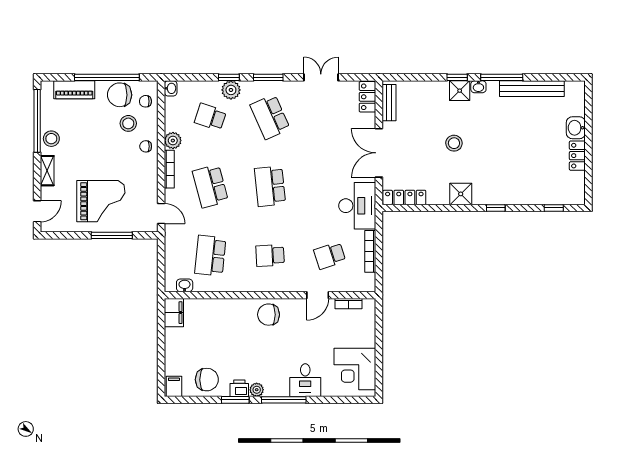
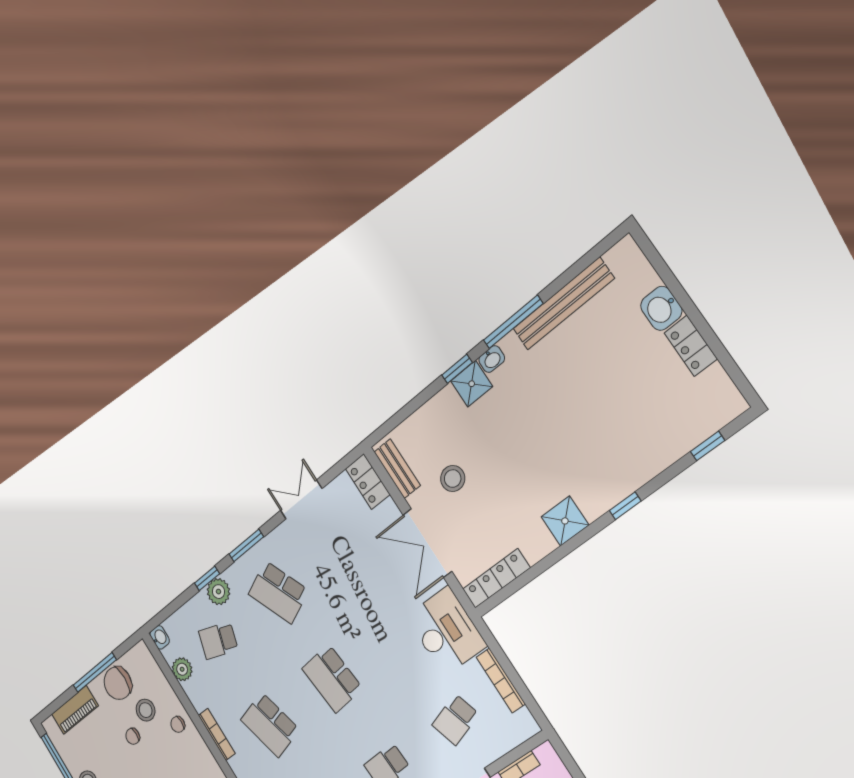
window: (107, 77) -> (95, 672), width x0.68
chair: (145, 101) -> (133, 736), moved
plant: (173, 141) -> (182, 669), moved
stool: (454, 143) -> (453, 479), moved

